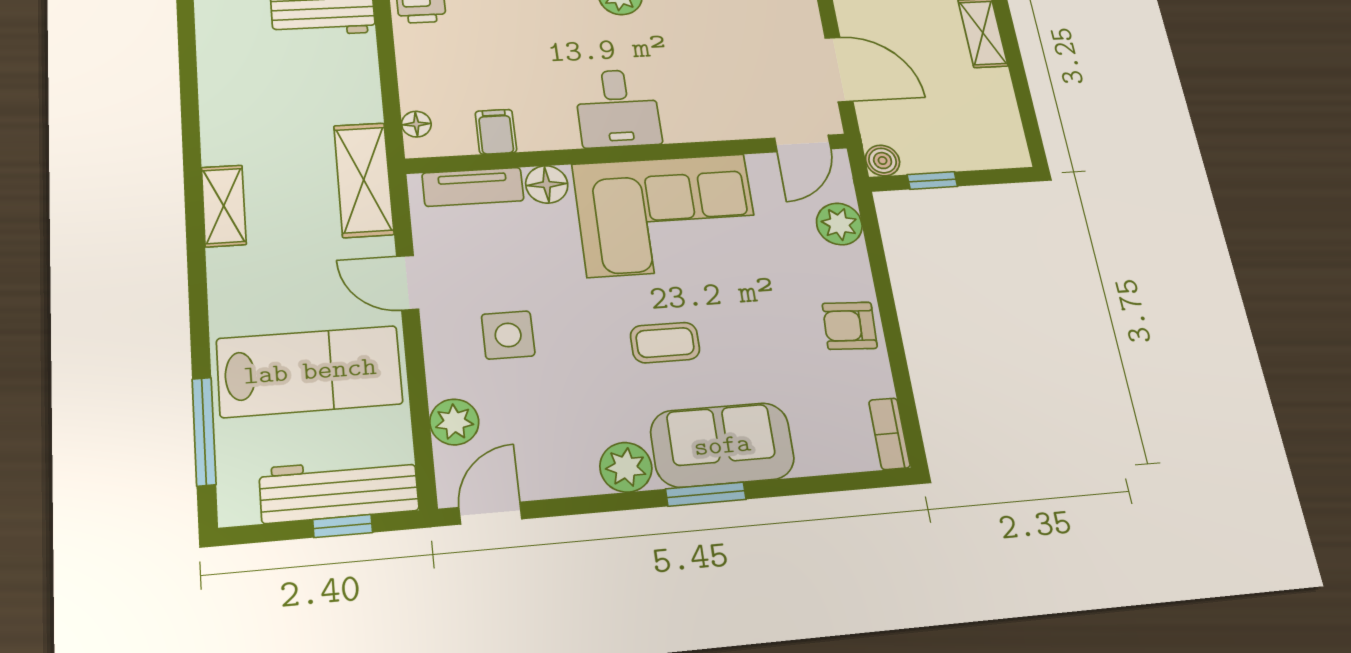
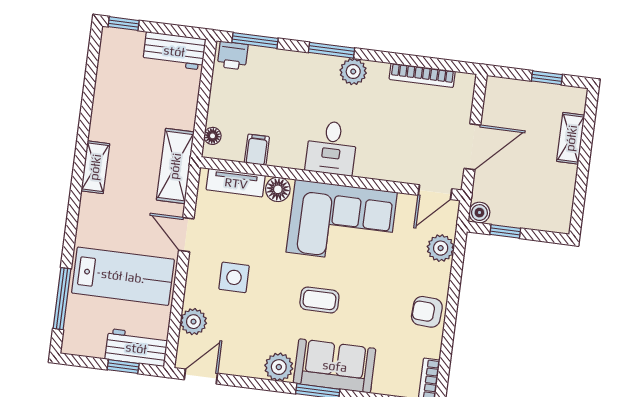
door: (839, 69) -> (472, 147), hinge flipped
workbench: (339, 489) -> (136, 348), width x0.73

